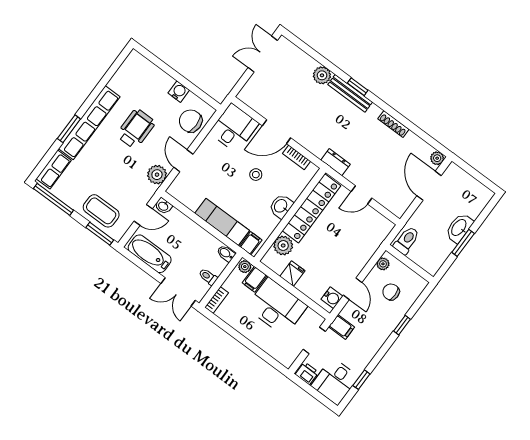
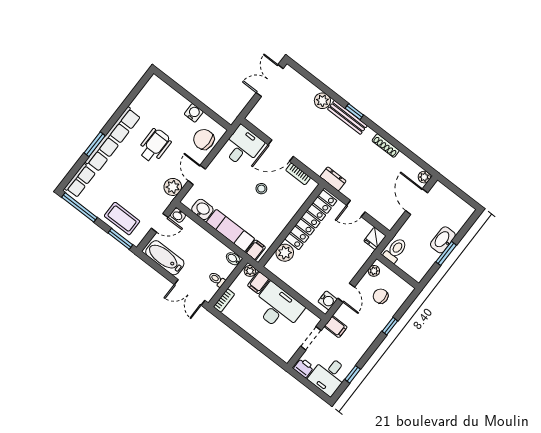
washbasin: (281, 206) -> (202, 209), moved, turned 90
fridge: (292, 274) -> (375, 238), moved, turned 180

